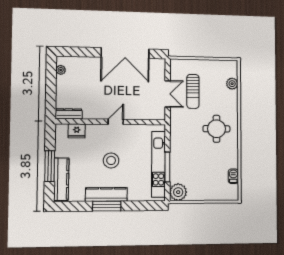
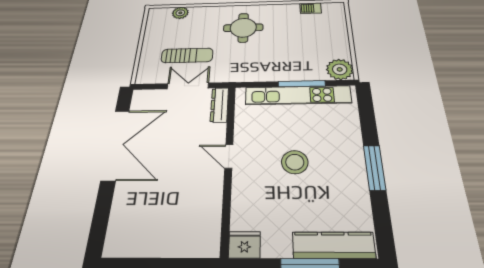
plant: (61, 70) -> (129, 249), removed
dresser: (69, 114) -> (219, 105), moved
fridge: (77, 131) -> (244, 245), moved, turned -90
kitchen counter: (106, 194) -> (354, 168), removed

